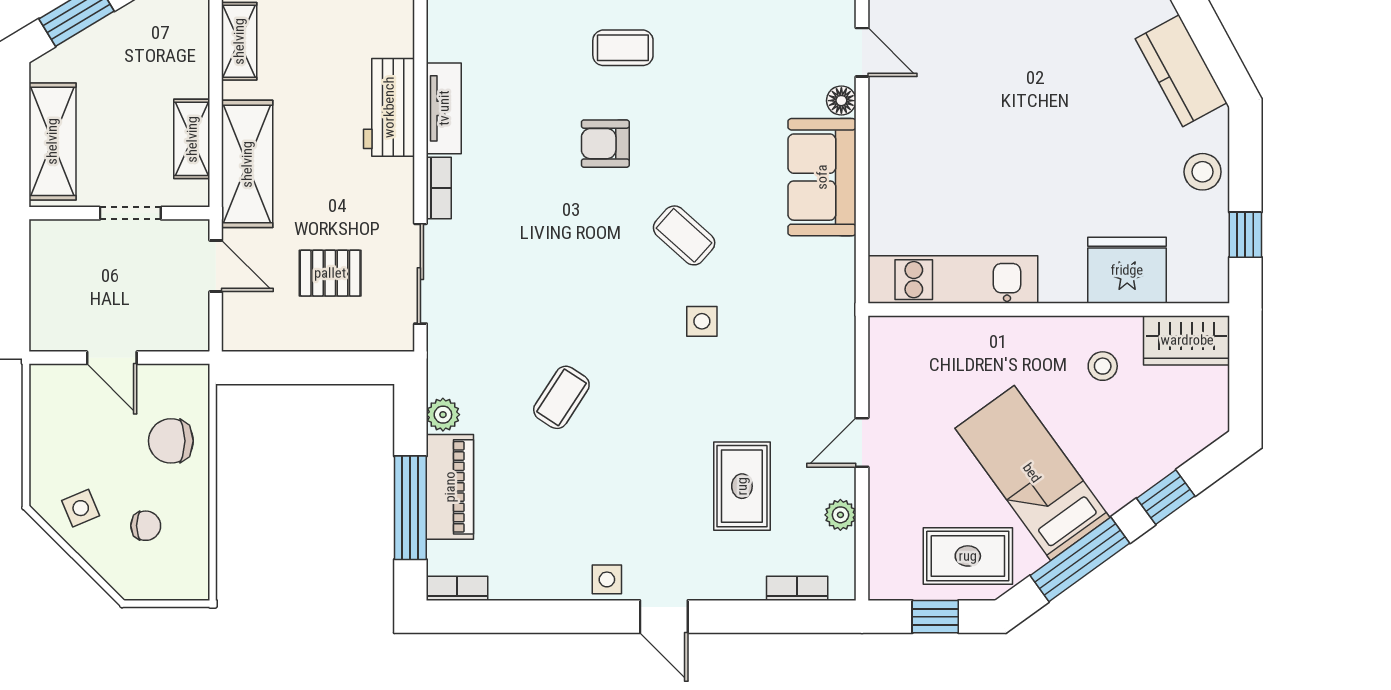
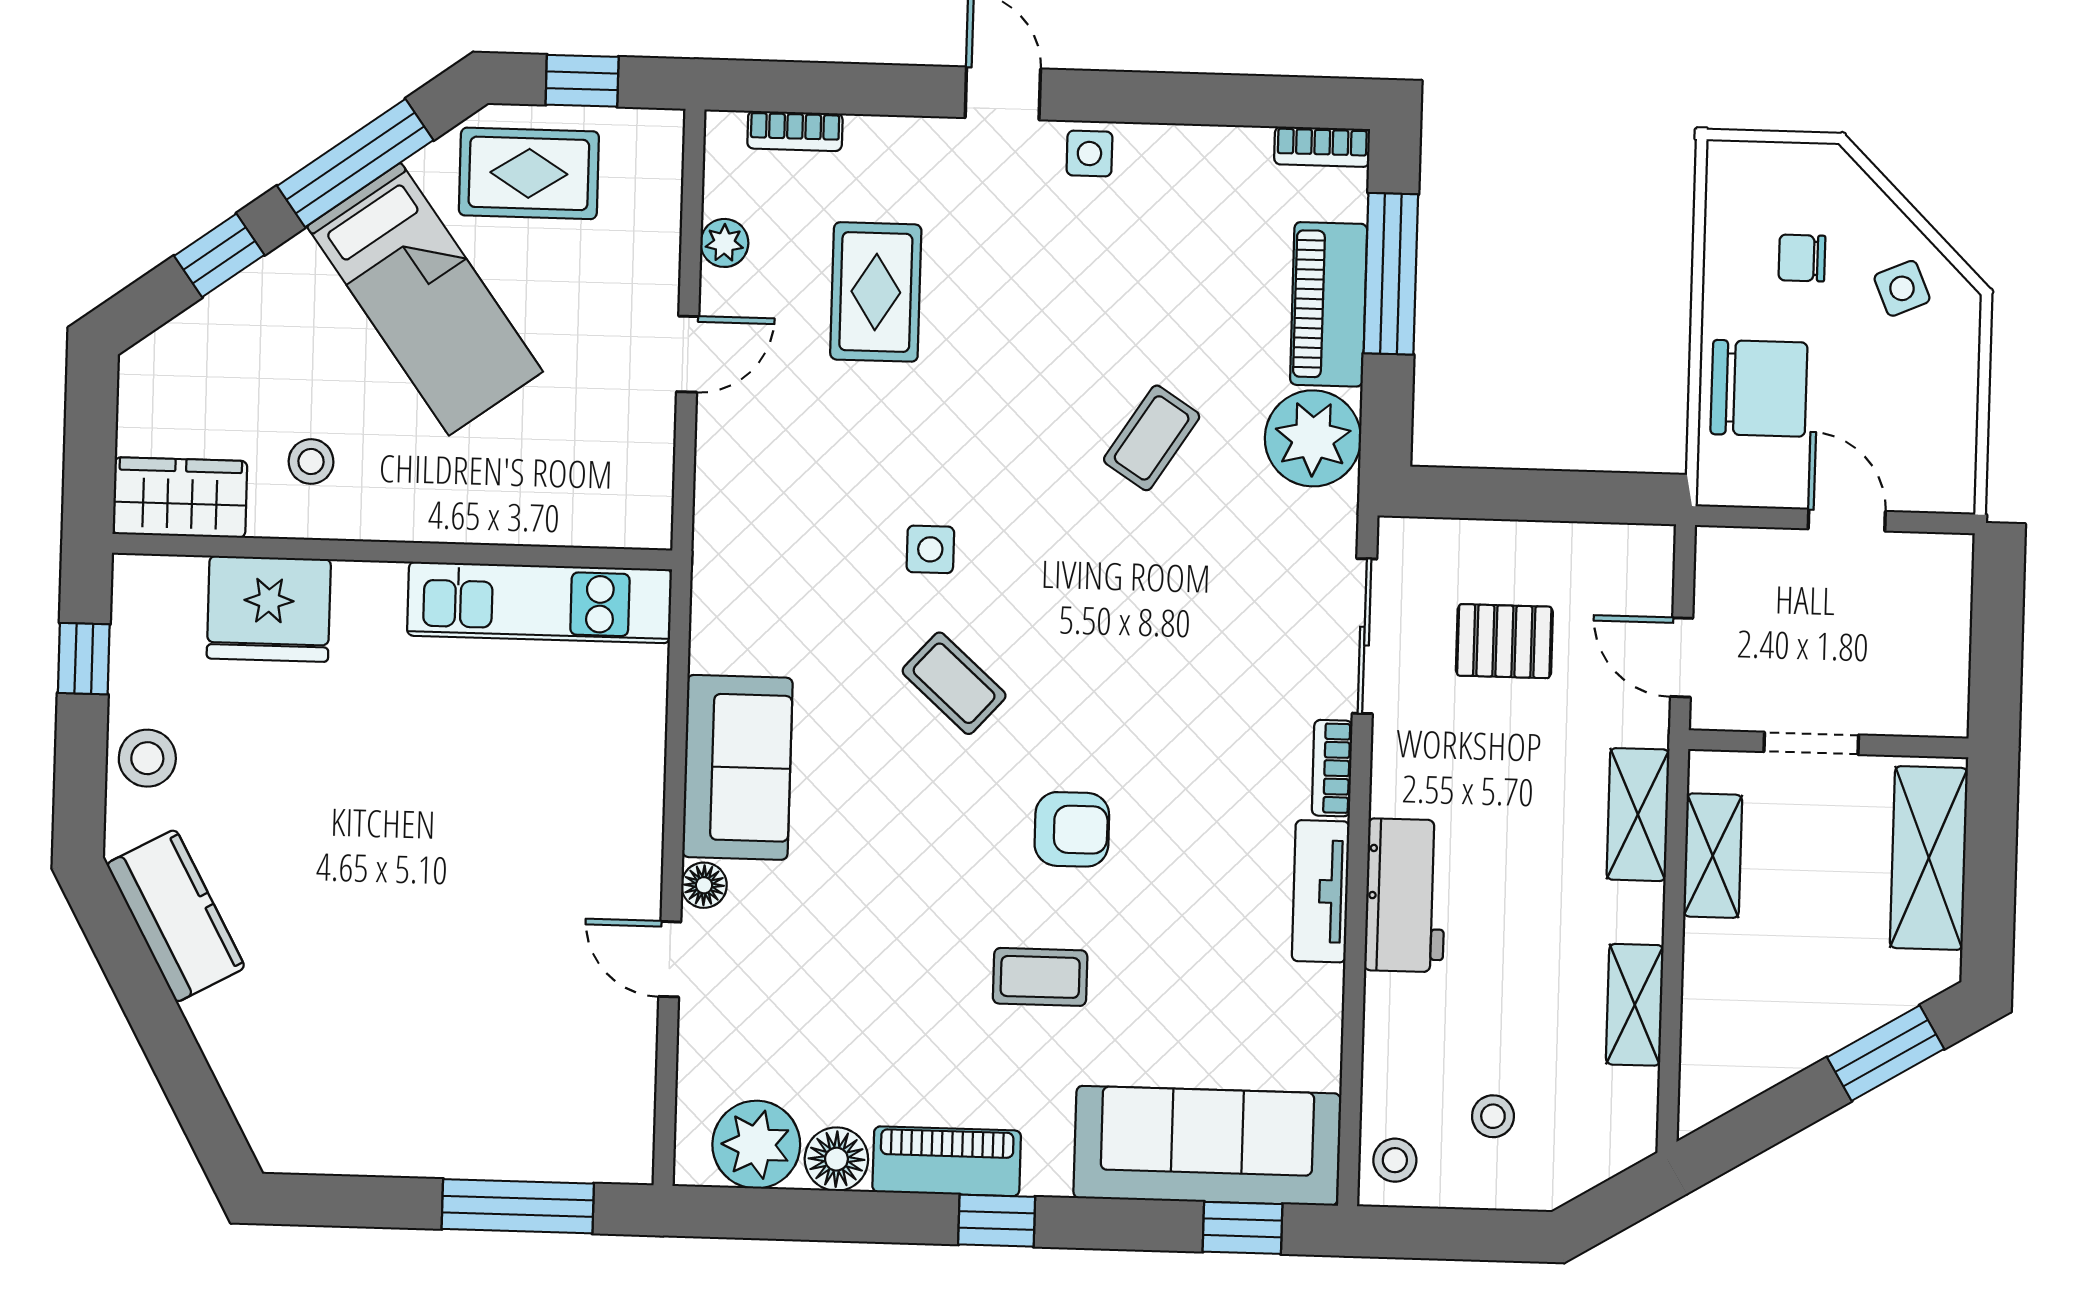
shelving: (247, 164) -> (1638, 815), width x0.67, depth x0.75
plant: (443, 415) -> (1313, 438), width x1.88, depth x1.88
chair: (171, 441) -> (1759, 388), width x1.37, depth x1.37

